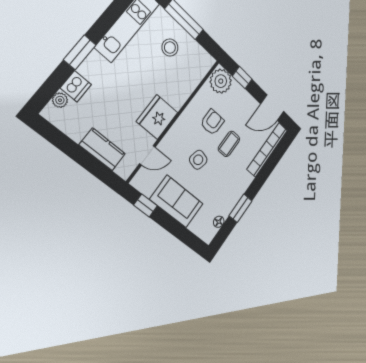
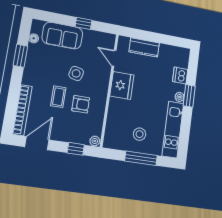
plant: (221, 81) -> (95, 141), width x0.53, depth x0.53
plant: (60, 100) -> (180, 97), moved
armchair: (212, 122) -> (81, 104), turned -90
door: (147, 155) -> (114, 58), hinge flipped
sofa: (177, 202) -> (62, 36), moved
window: (145, 205) -> (83, 23), moved

